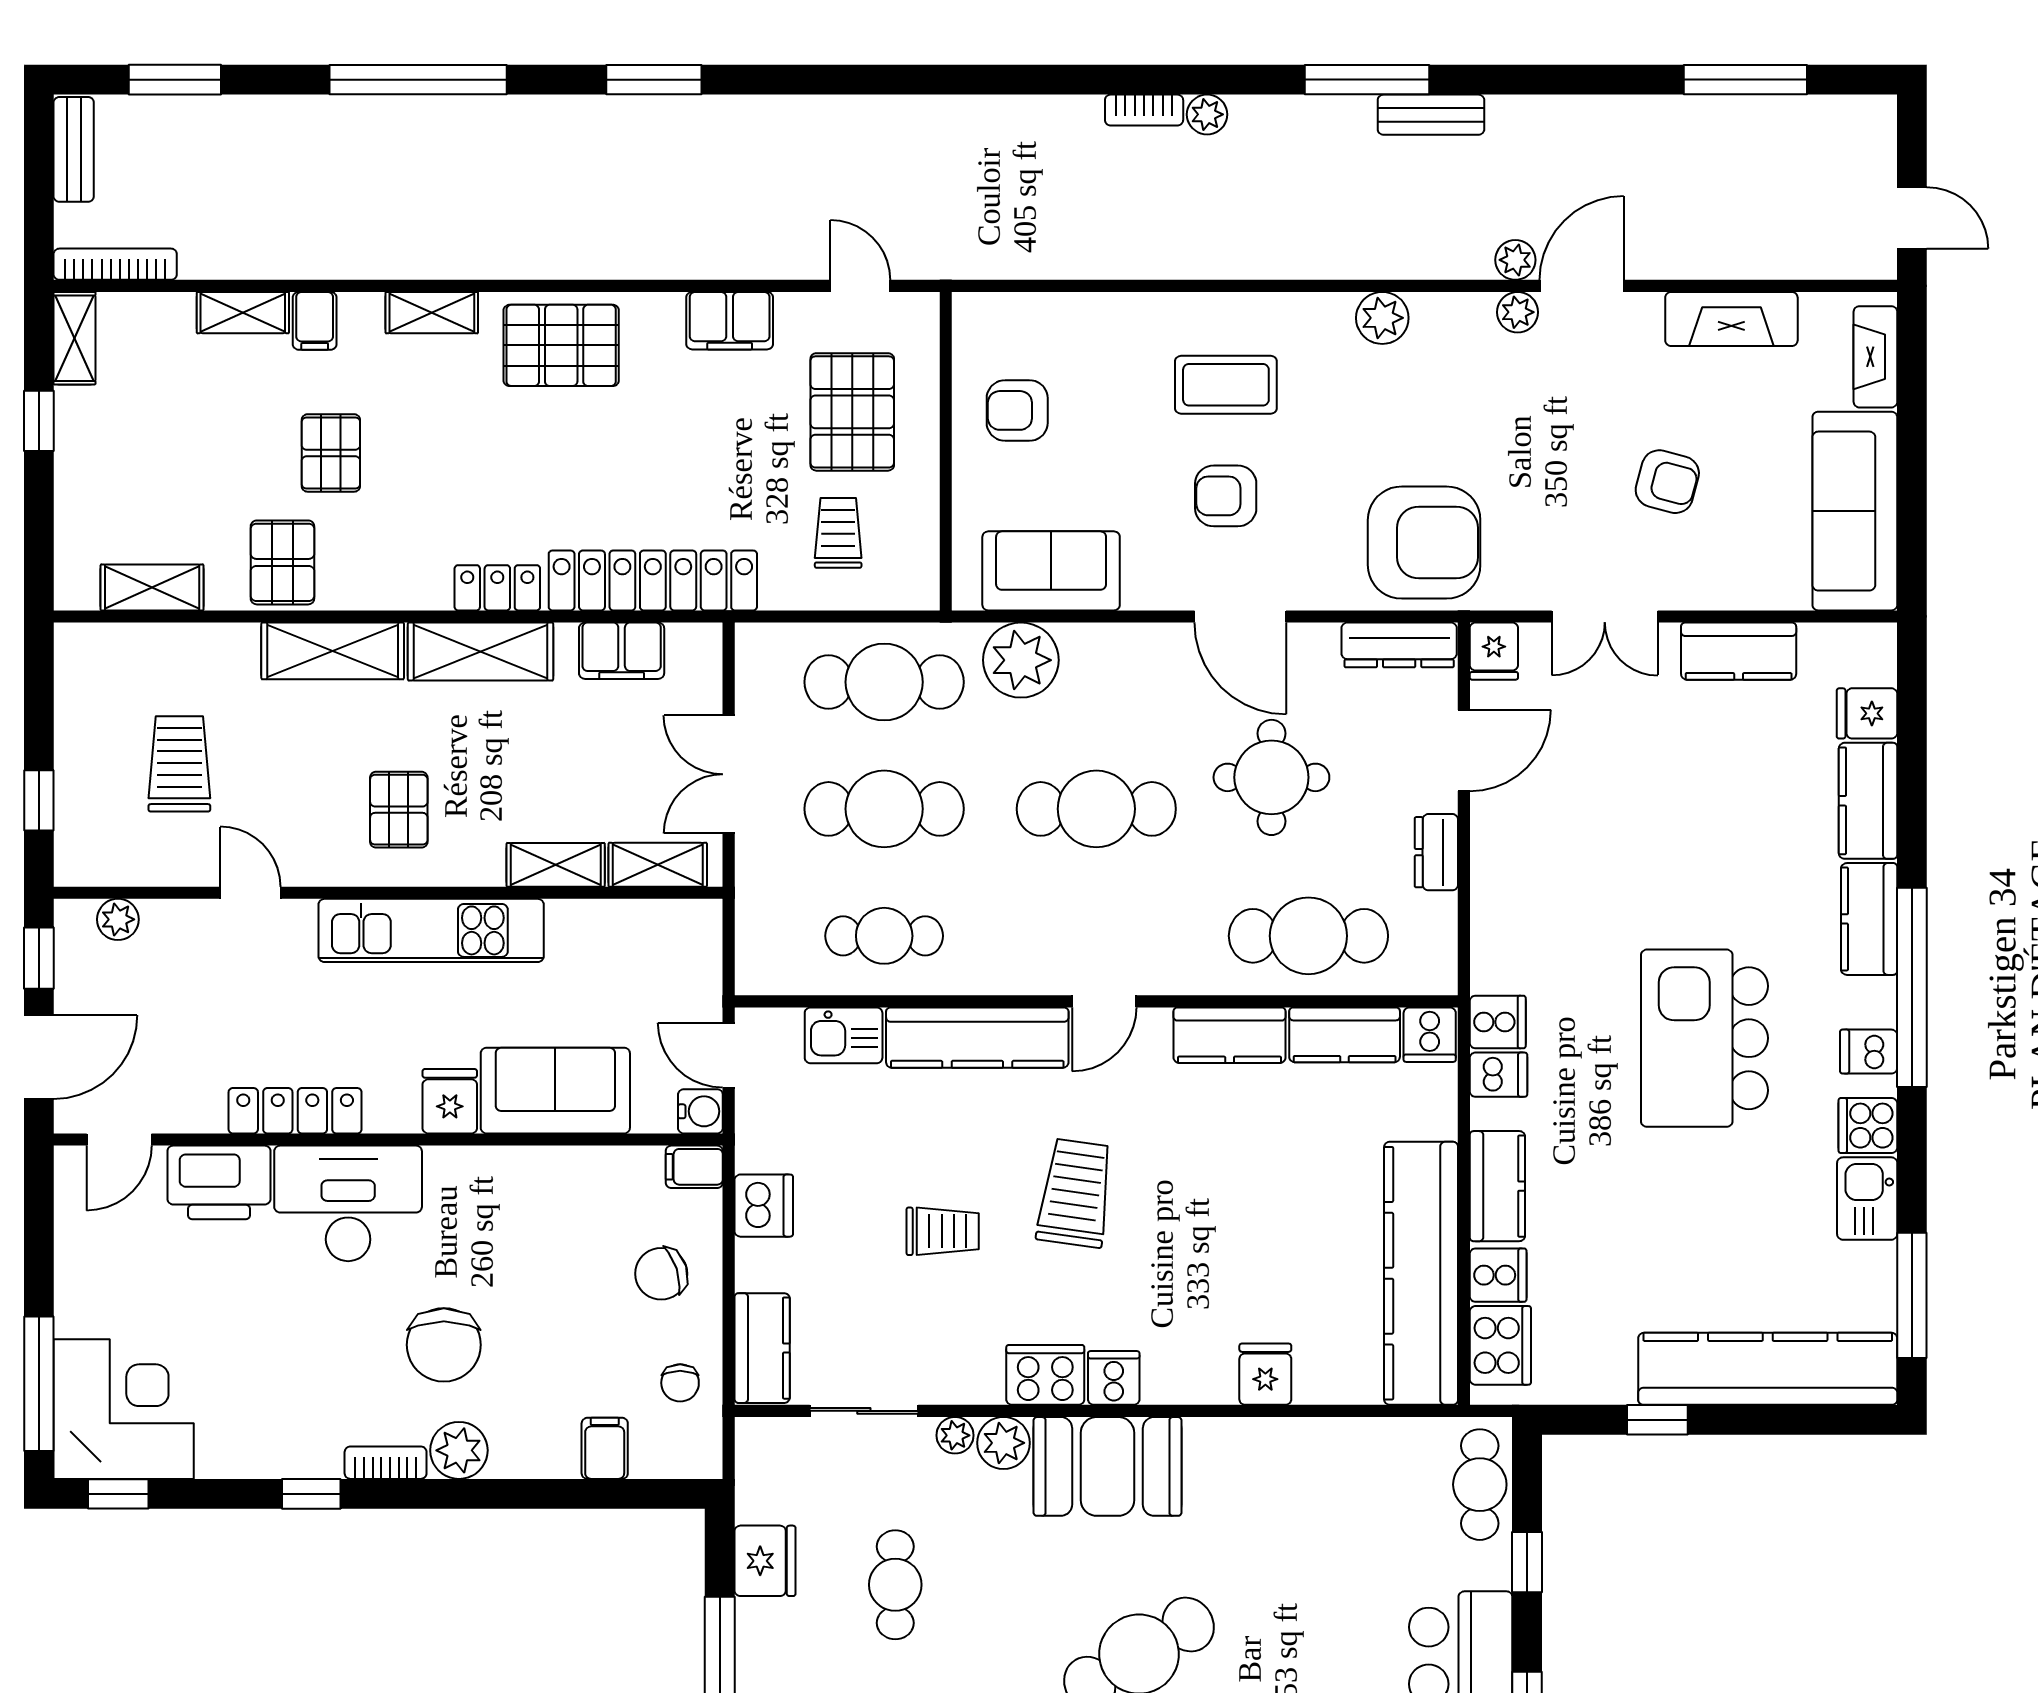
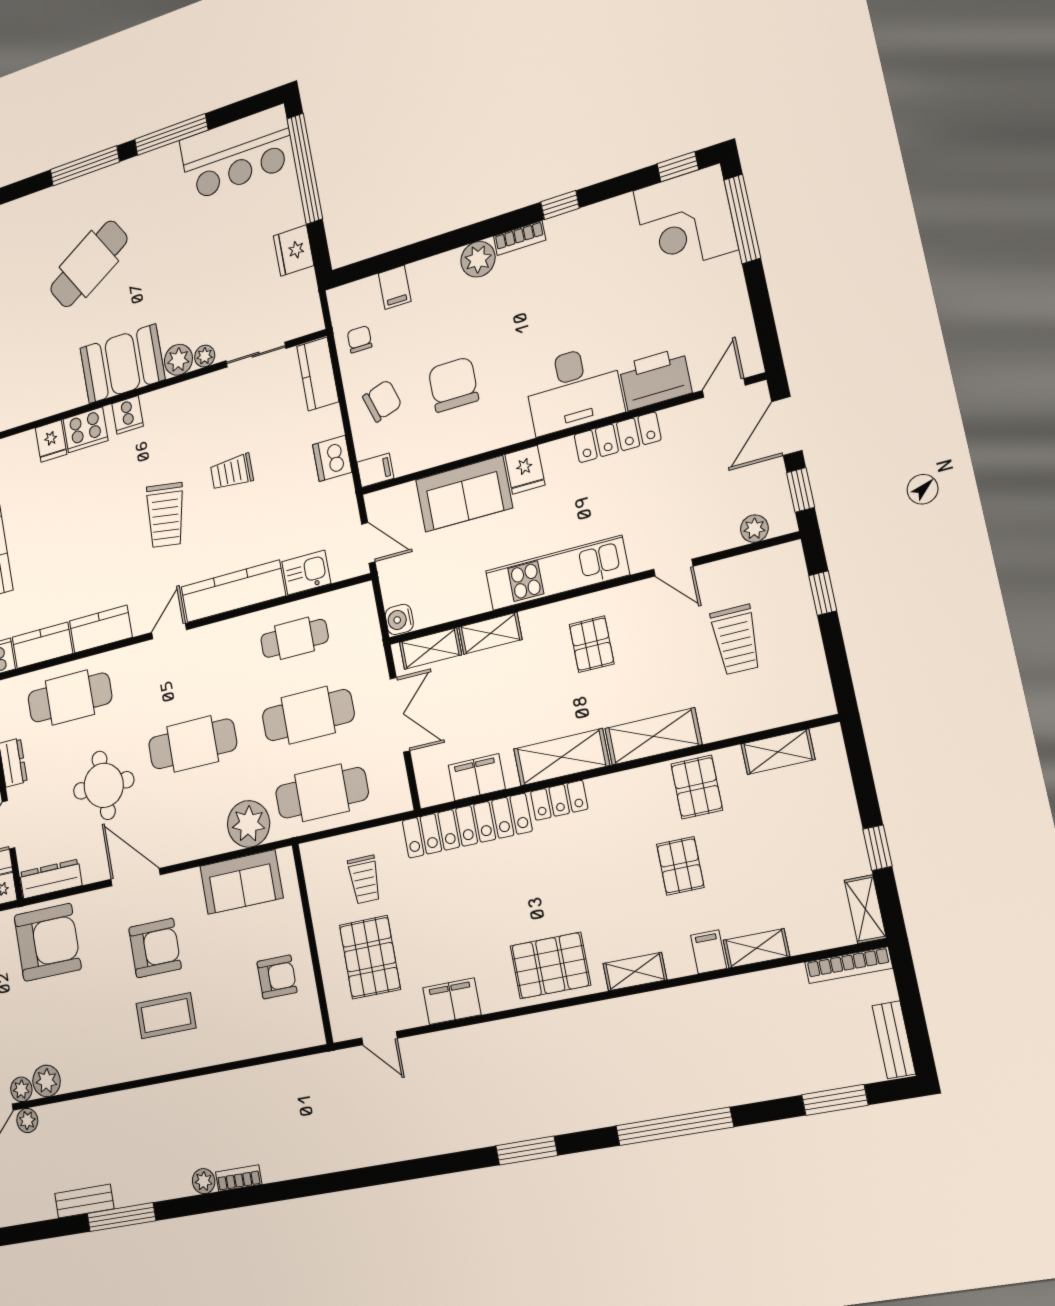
plant: (1382, 318) -> (46, 1081), moved
armchair: (1226, 496) -> (155, 948), width x1.38, depth x1.38
armchair: (1424, 543) -> (48, 942), turned 180
water cooler: (700, 1111) -> (399, 619), moved
chair: (444, 1345) -> (453, 384), moved
cooker: (1045, 1375) -> (86, 430), moved
cafe table: (895, 1585) -> (221, 260), removed

